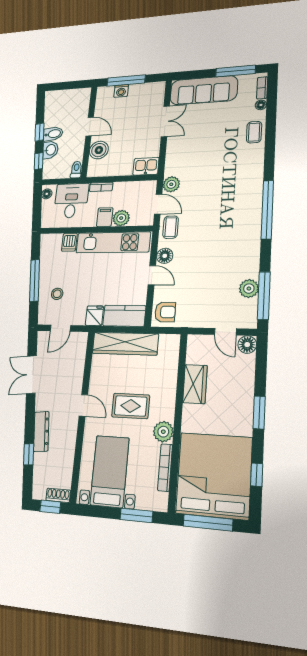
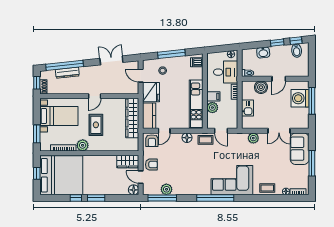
window: (236, 71) -> (312, 163), moved
sofa: (204, 90) -> (300, 149), width x0.73
washing machine: (121, 91) -> (300, 98), width x1.89, depth x1.89
bidet: (53, 134) -> (297, 51), moved
window: (39, 161) -> (296, 41), moved
kitchen sink: (146, 166) -> (248, 108), moved
plant: (171, 184) -> (253, 138), moved
corner sofa: (238, 185) -> (232, 180), added
door: (158, 204) -> (221, 131), hinge flipped
dishwasher: (69, 242) -> (197, 62), moved
door: (152, 275) -> (164, 131), moved
armchair: (205, 313) -> (151, 165), added
fridge: (94, 316) -> (151, 92), width x1.88, depth x1.34
door: (225, 332) -> (141, 177), hinge flipped
wardrobe: (195, 384) -> (128, 161), moved
dresser: (41, 431) -> (67, 73), moved
window: (29, 454) -> (65, 65), width x3.17
window: (257, 475) -> (76, 198), moved
window: (208, 523) -> (37, 173), width x0.46

